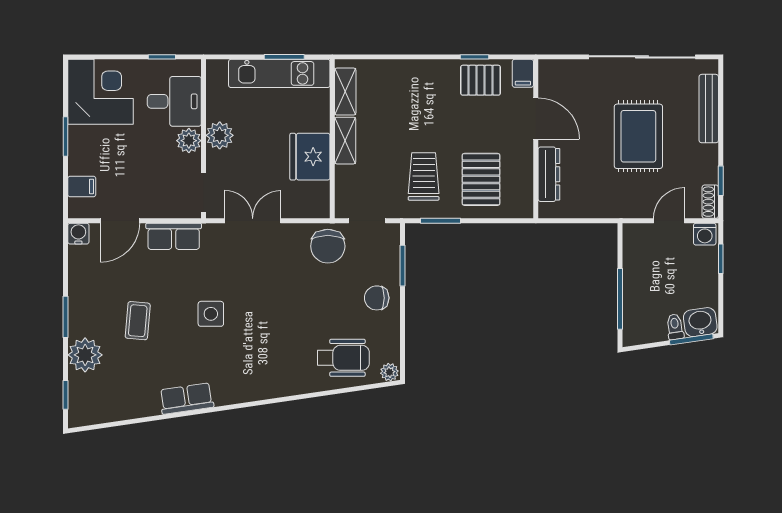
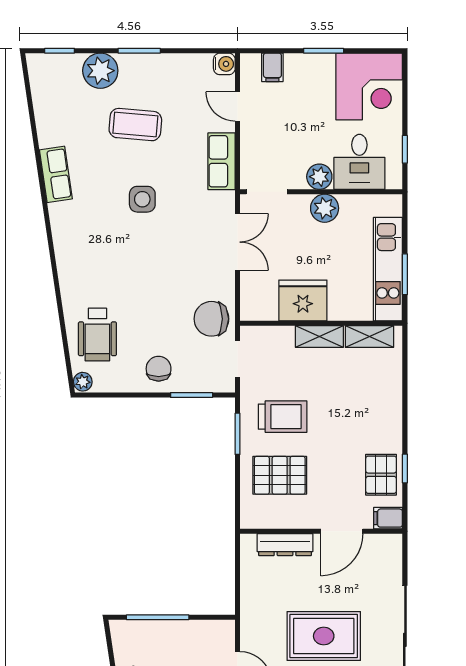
door: (120, 221) -> (238, 106), width x0.73
coffee table: (138, 321) -> (135, 125), width x1.36, depth x1.30

